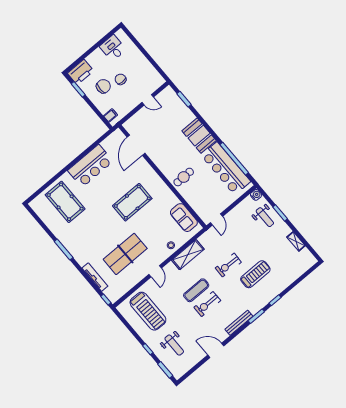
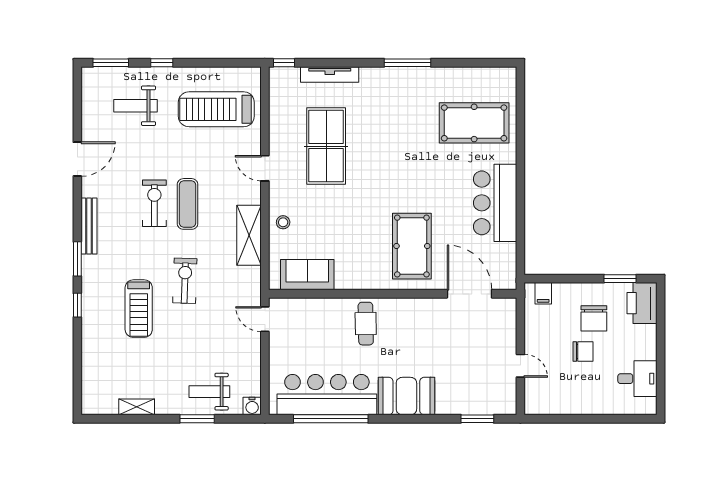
door: (148, 100) -> (520, 366), swing flipped
pool table: (132, 202) -> (412, 246), moved

